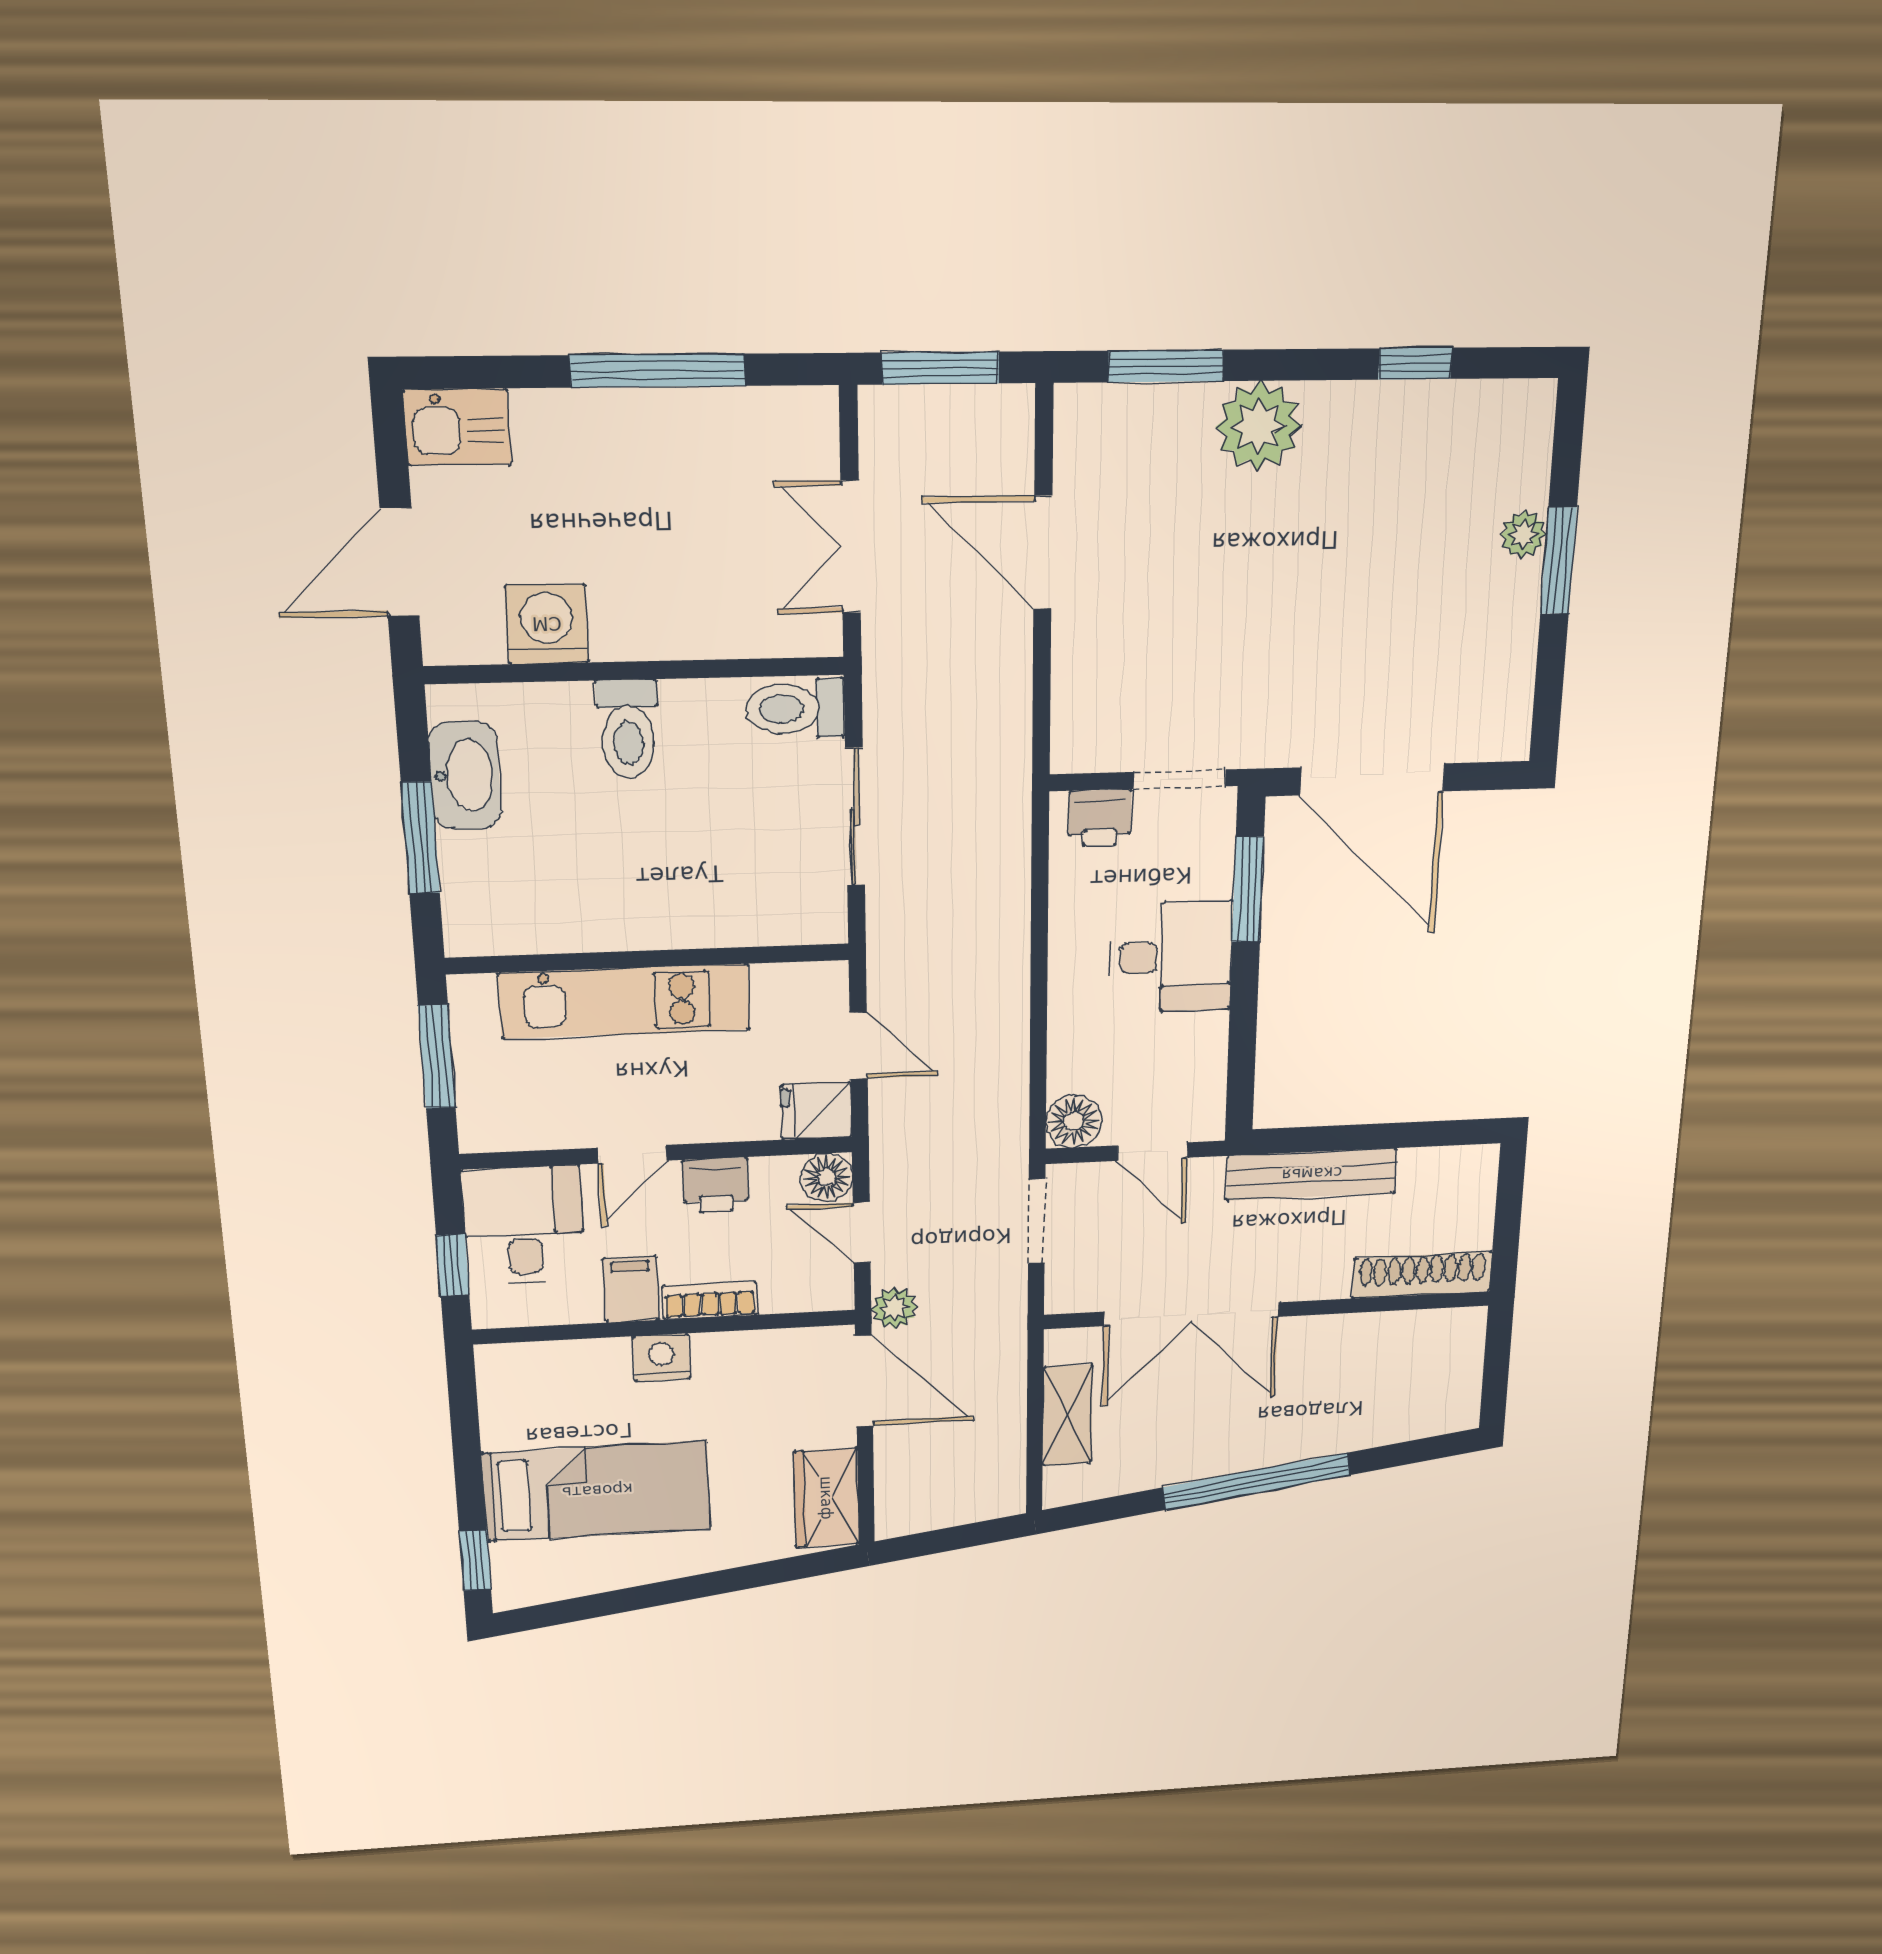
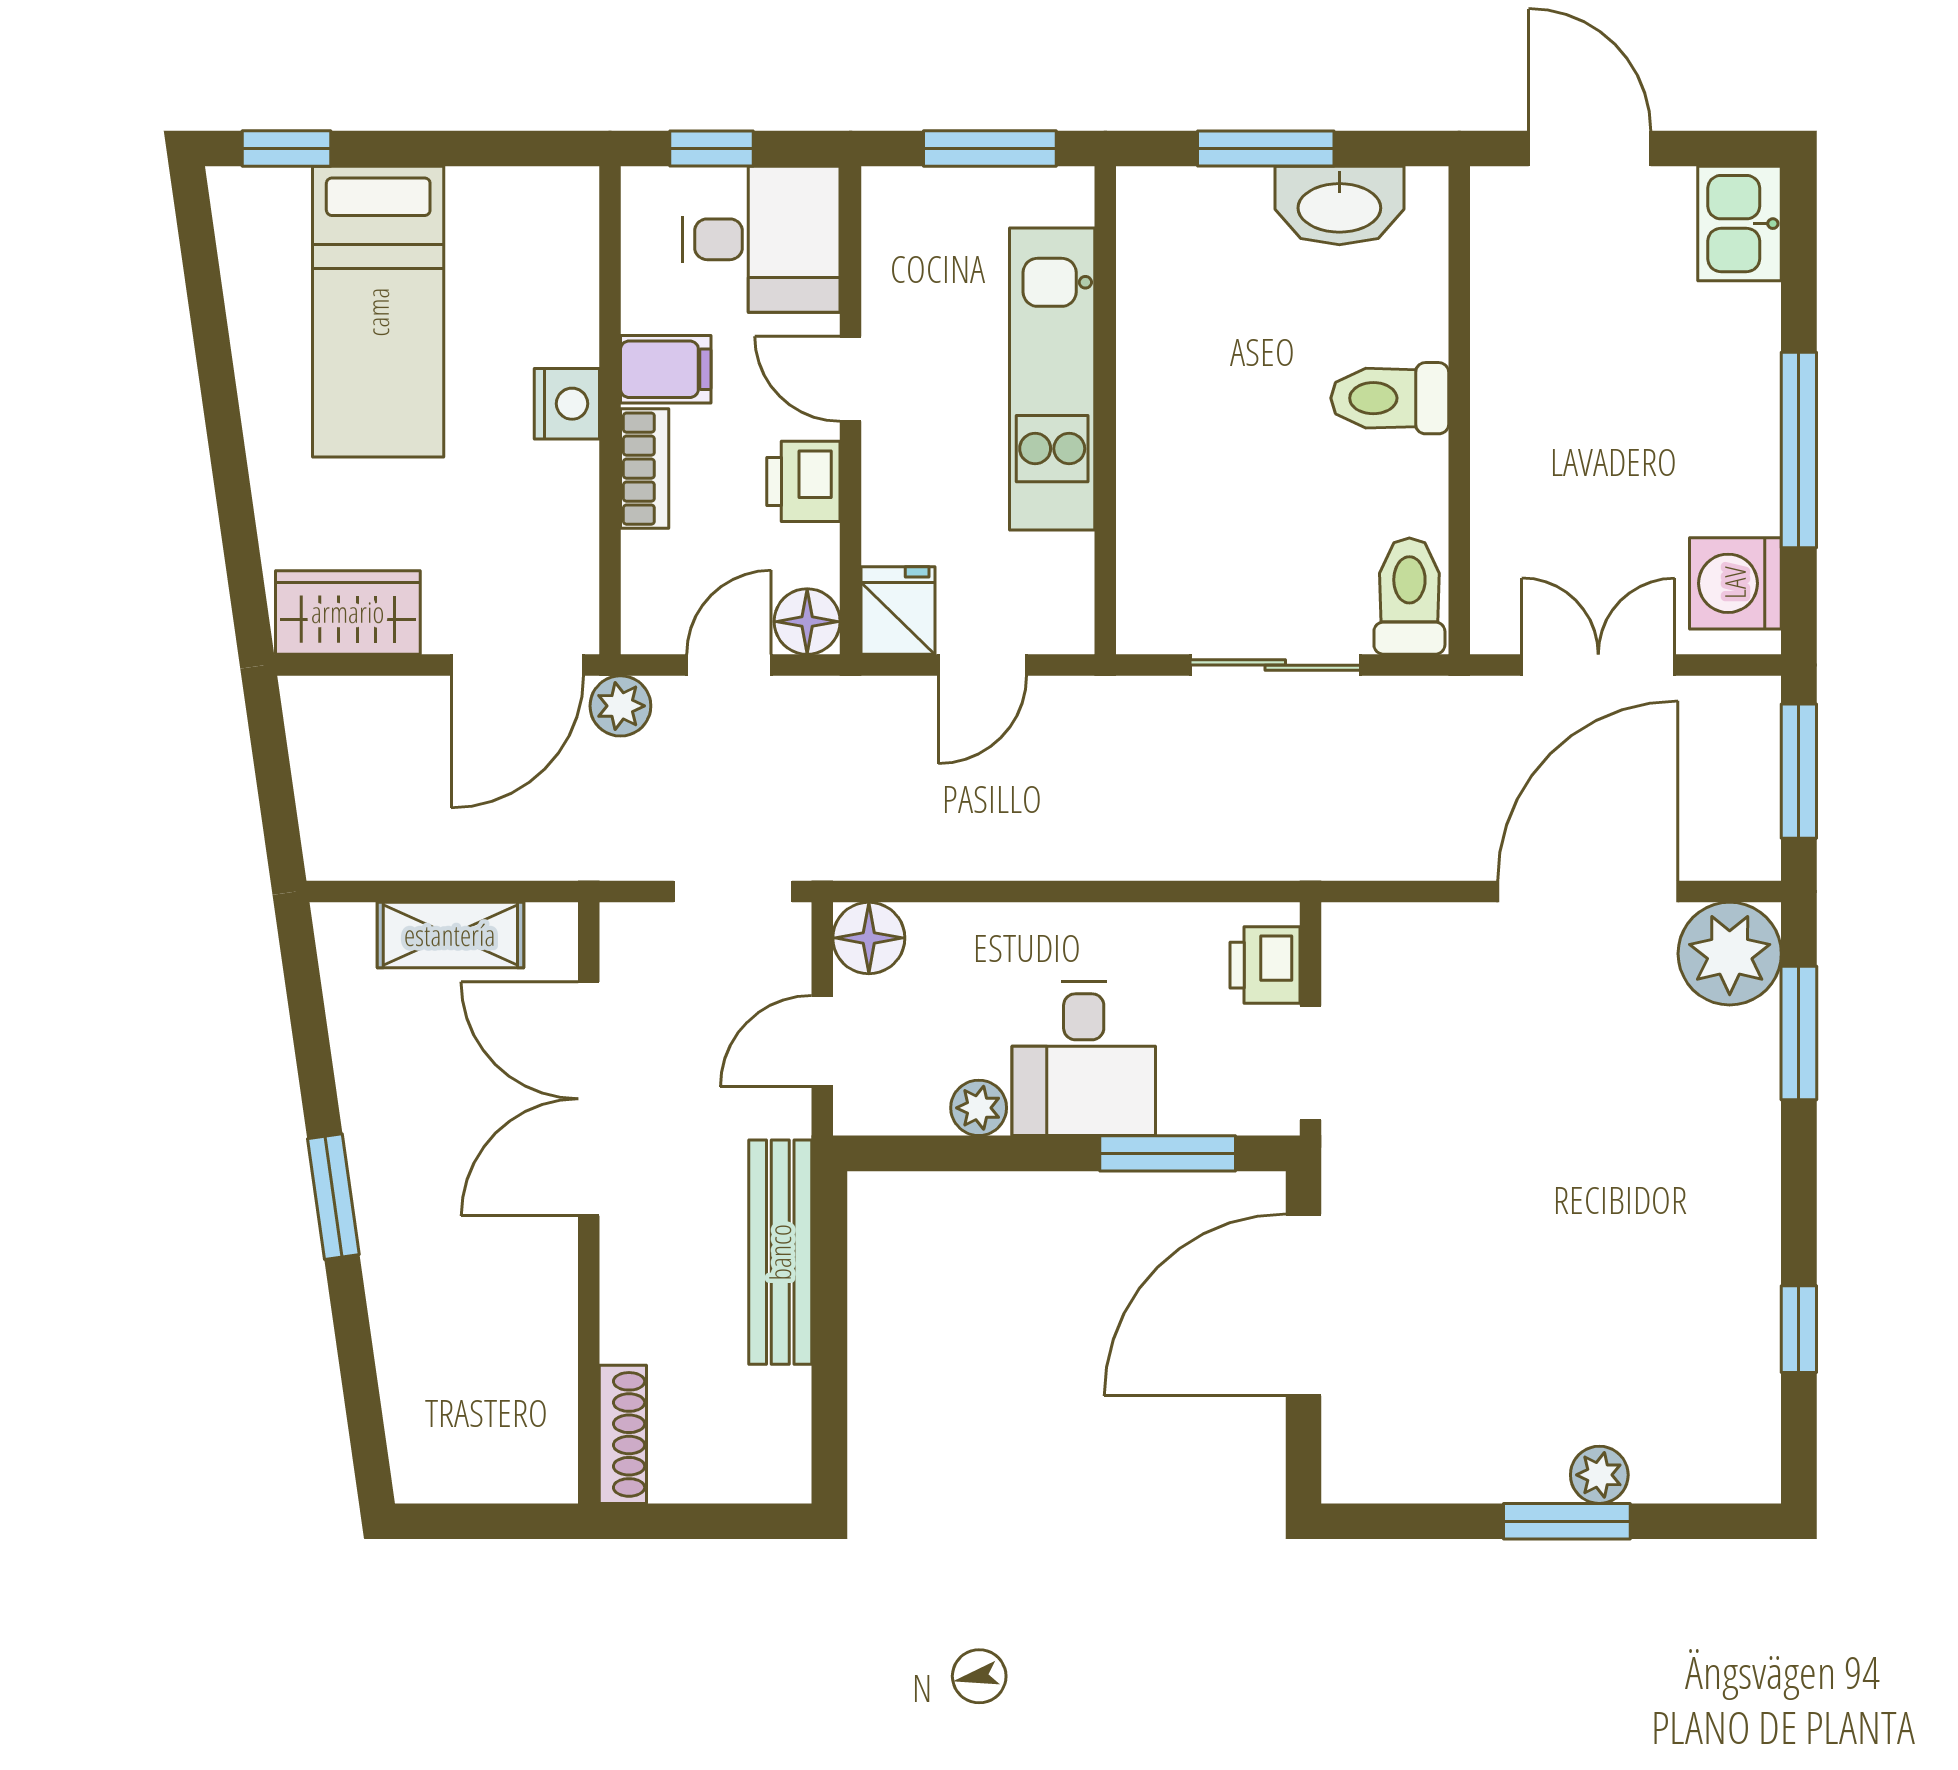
plant: (1259, 426) -> (1730, 954), moved
door: (1043, 553) -> (1588, 891), width x1.36
washing machine: (547, 624) -> (1735, 583), moved, turned 180
plant: (1207, 1035) -> (979, 1108), added
shoe rack: (1422, 1275) -> (623, 1434), width x0.74, depth x0.81
window: (1257, 1481) -> (333, 1197), width x0.47

